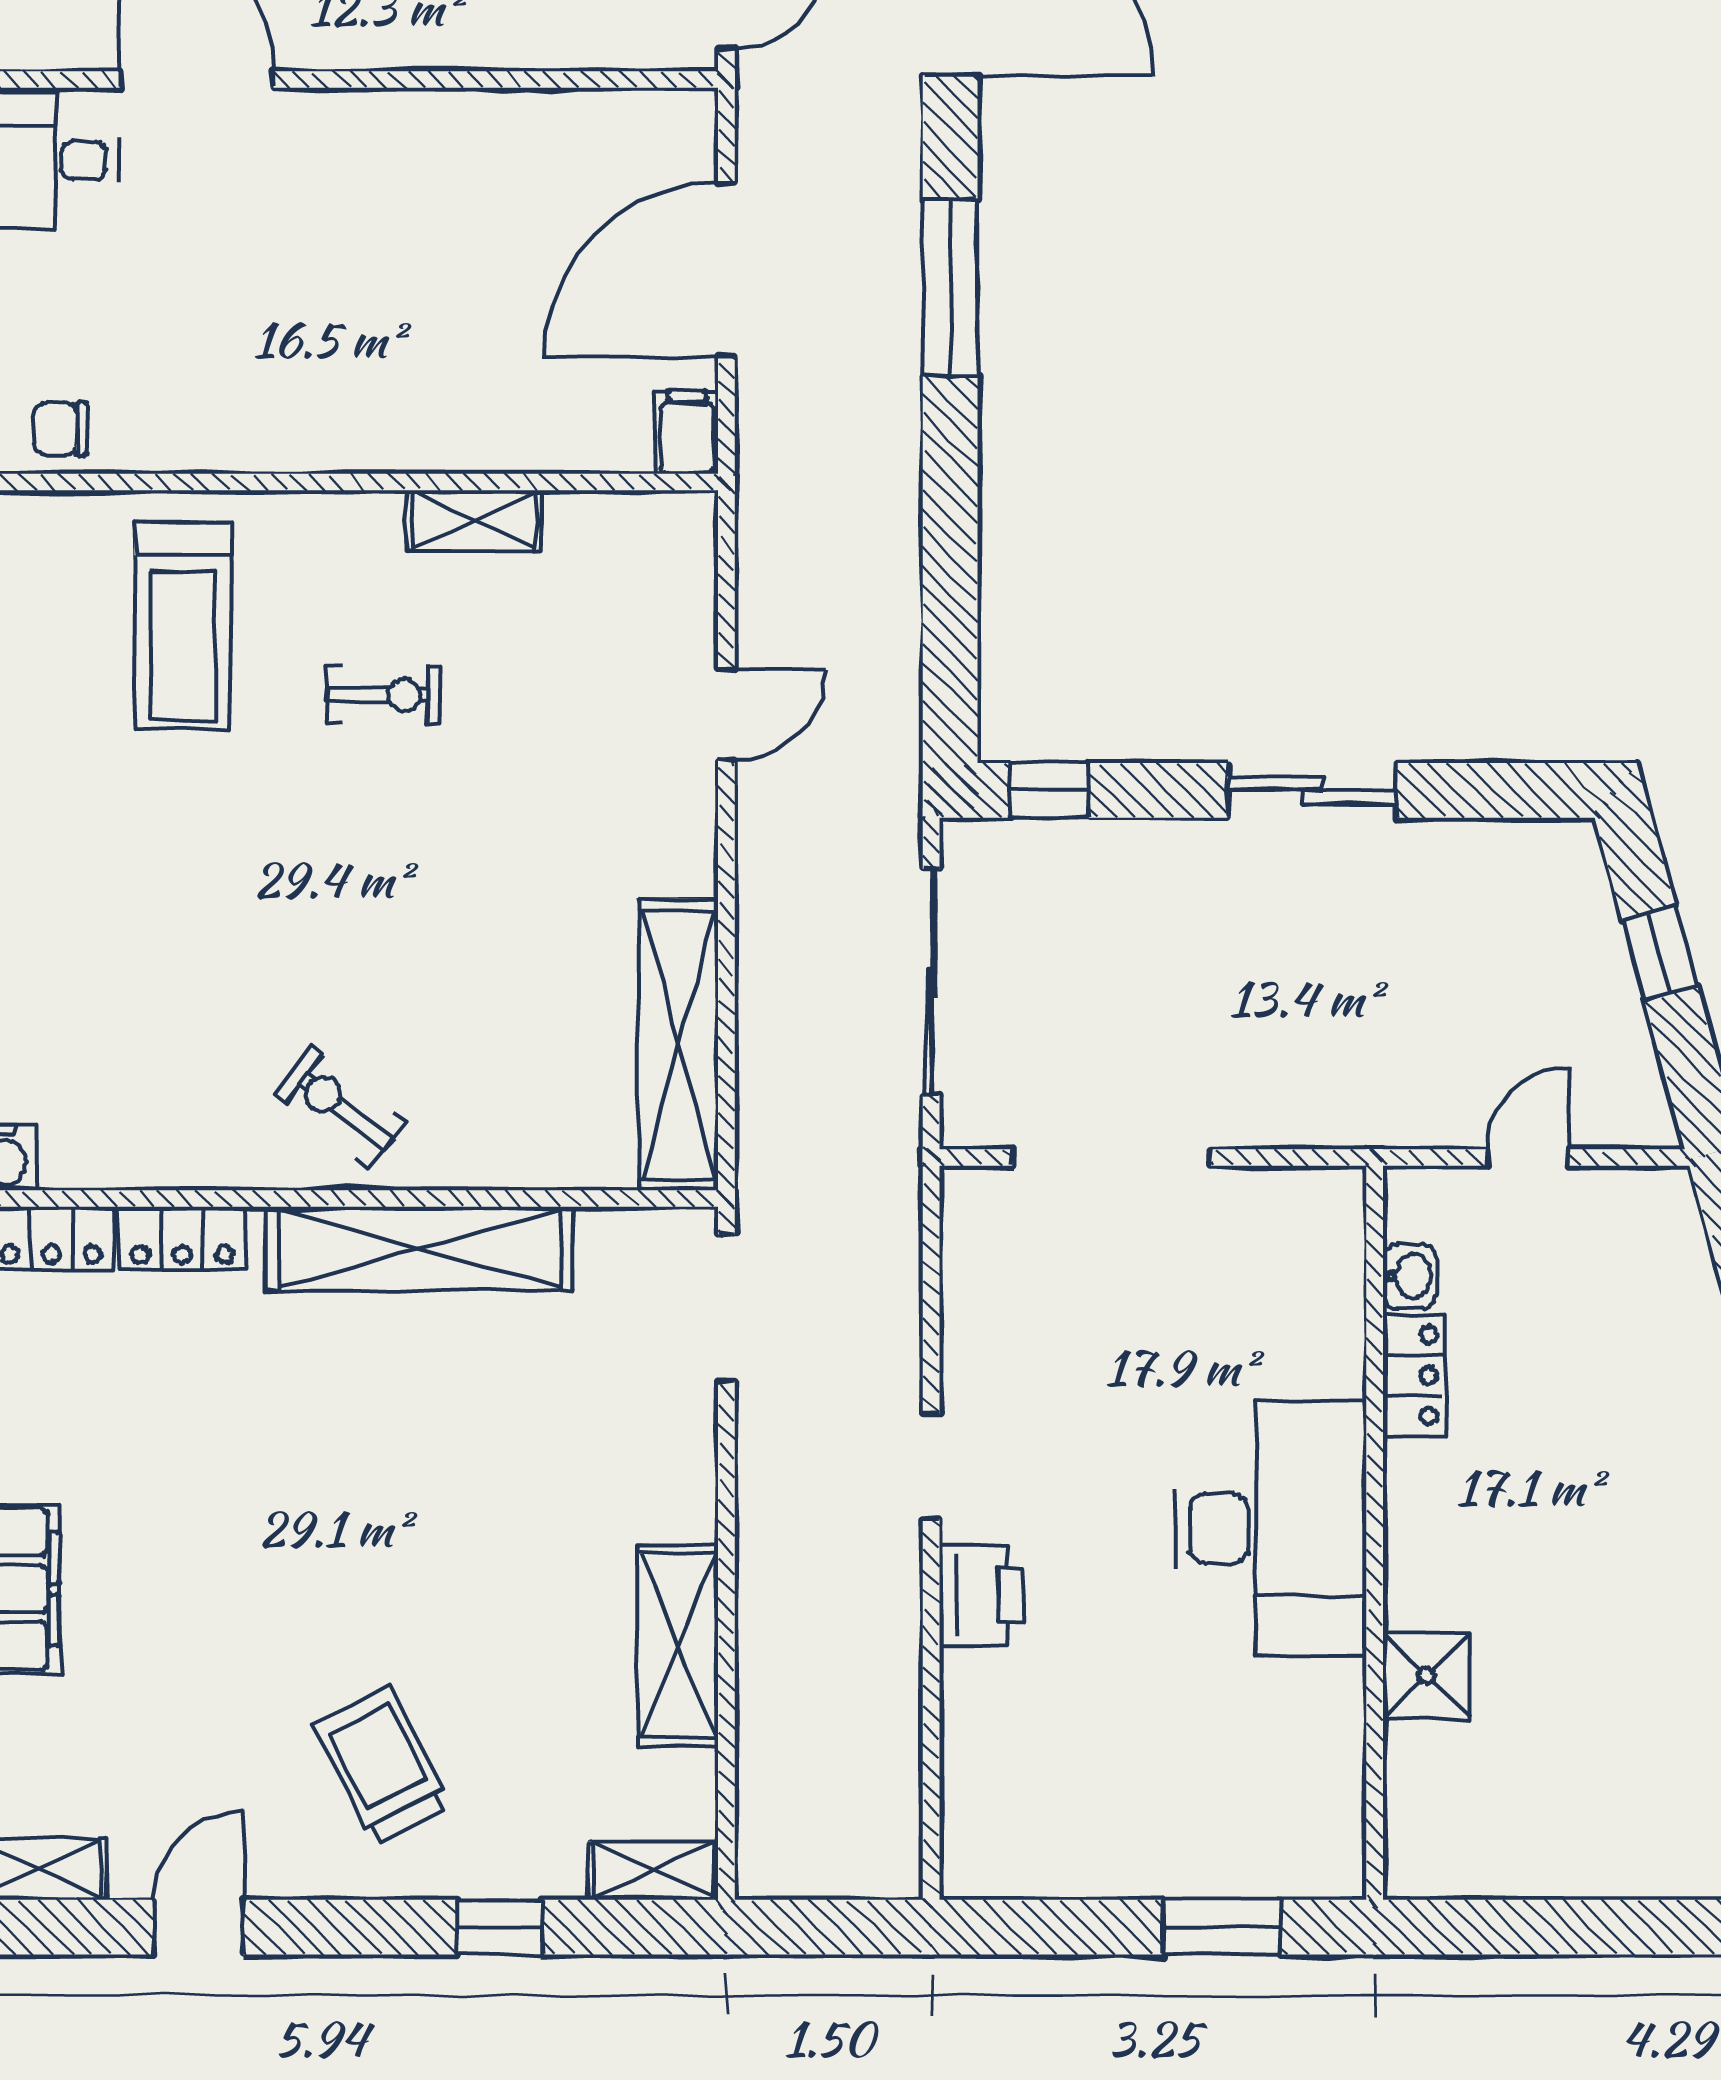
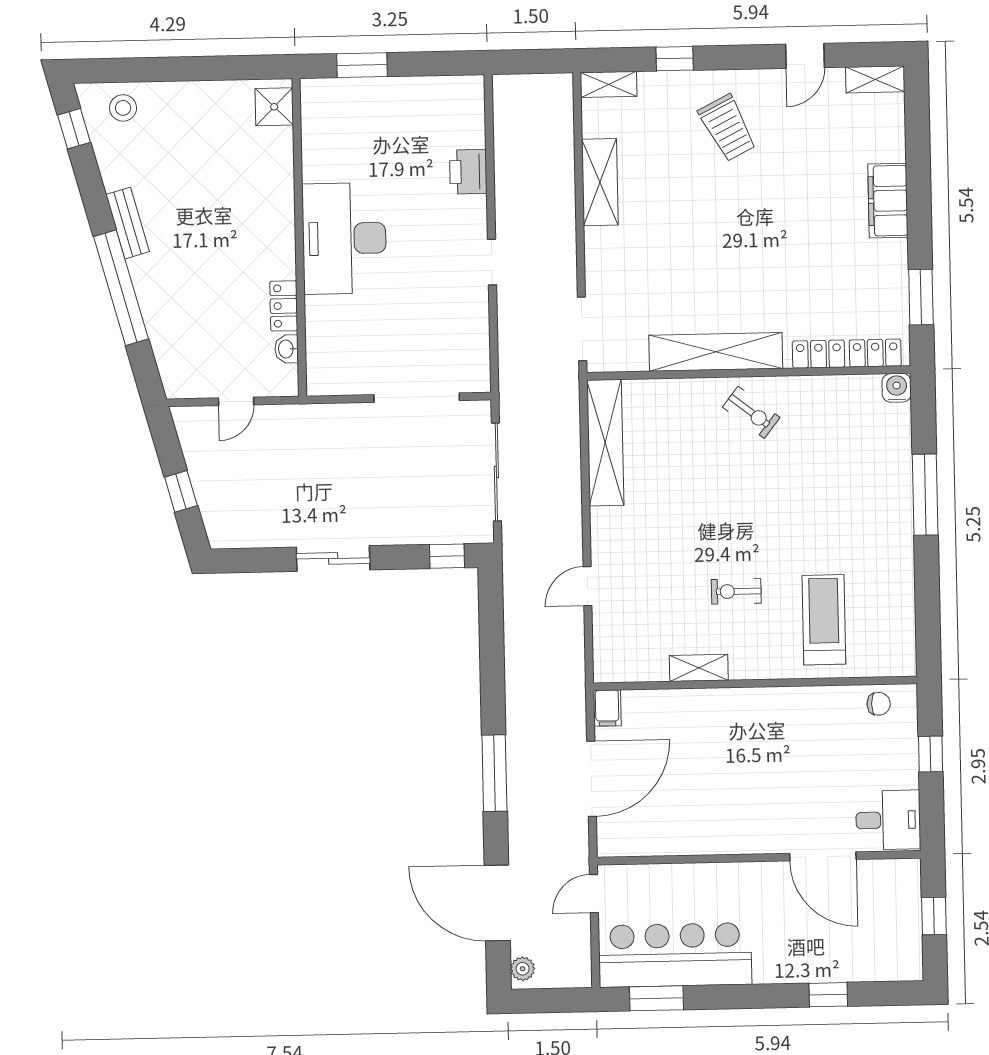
printer: (981, 1595) -> (468, 172), moved
shower: (1426, 1676) -> (274, 107), moved

